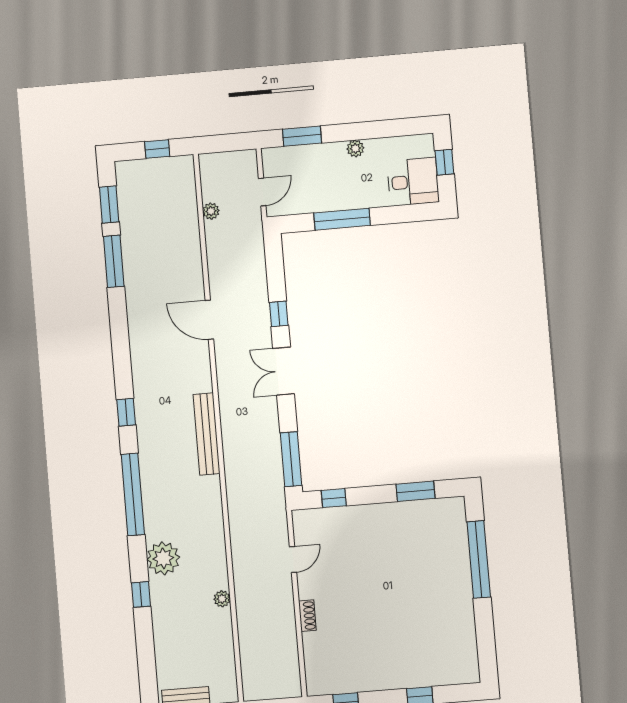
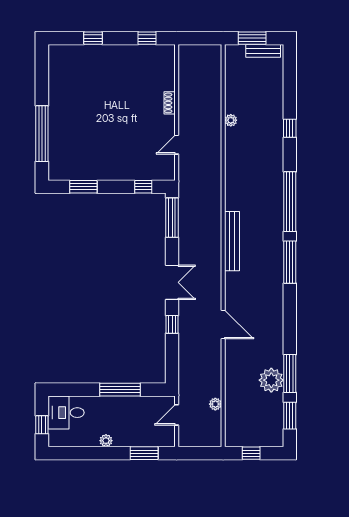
window: (126, 412) -> (290, 262), width x2.17
plant: (163, 558) -> (271, 380), moved

